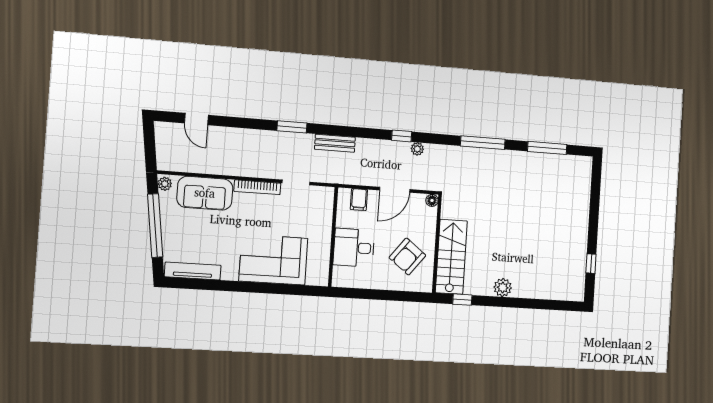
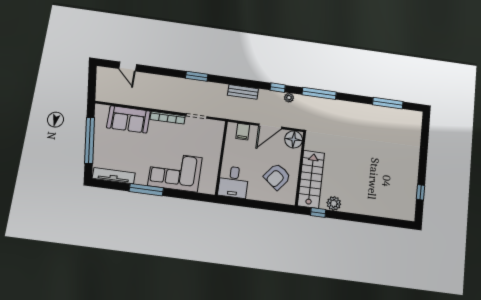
bench: (335, 143) -> (243, 92), moved
window: (483, 143) -> (319, 93), moved
plant: (165, 184) -> (100, 111), removed
floor lamp: (432, 200) -> (294, 139), width x1.89, depth x1.89
desk: (354, 248) -> (233, 182), moved, turned -90
window: (238, 286) -> (146, 190), added
plant: (503, 288) -> (334, 203), moved

